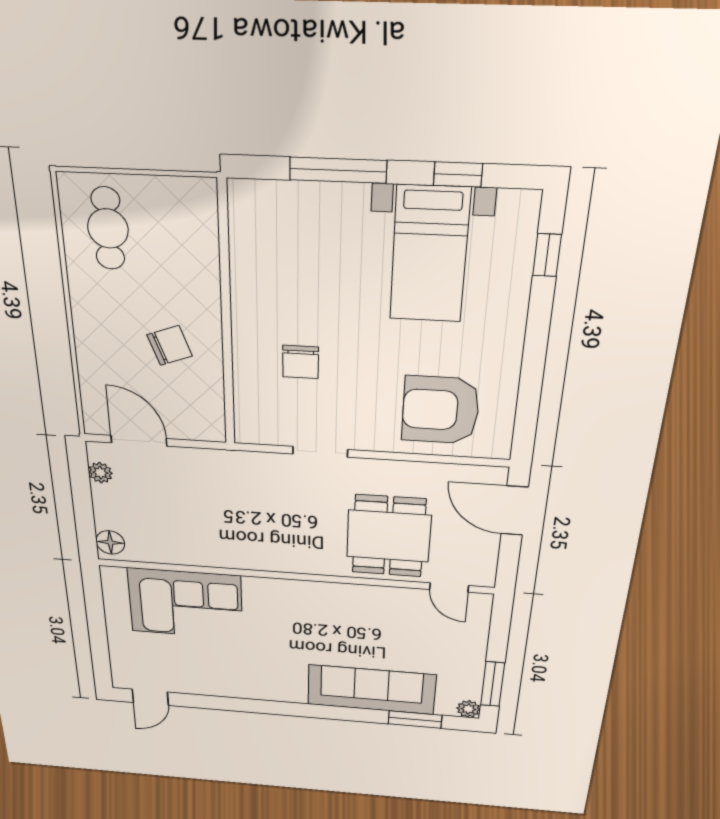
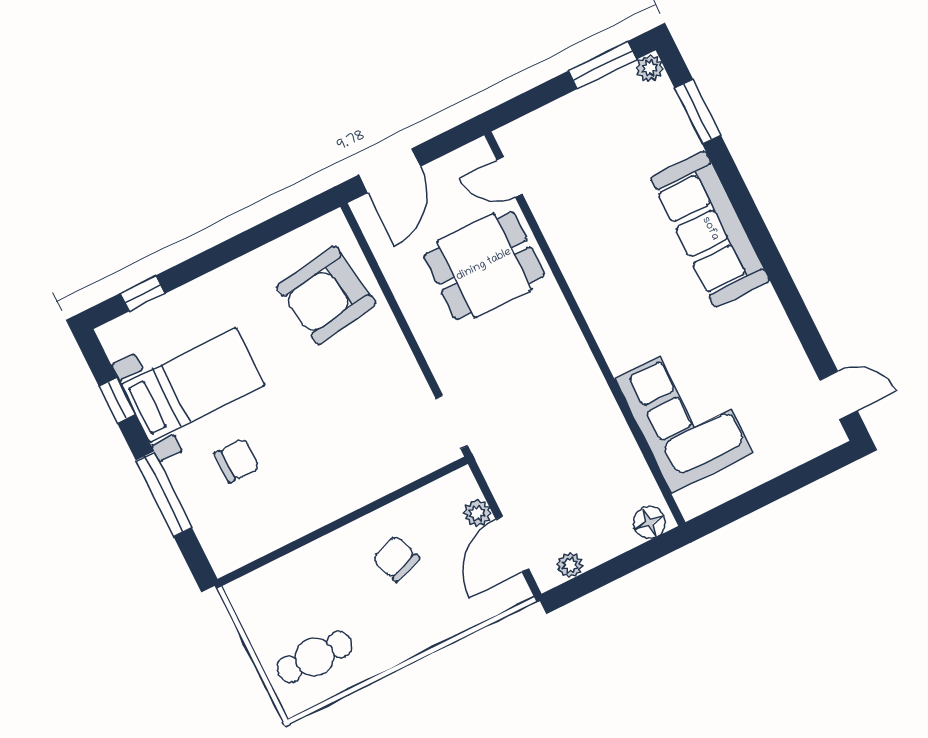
chair: (301, 362) -> (237, 461), moved
armchair: (440, 410) -> (326, 295), turned 81
plant: (179, 428) -> (477, 513), added
doorway: (320, 452) -> (452, 422), moved
door: (449, 587) -> (509, 177), swing flipped
sofa: (371, 690) -> (710, 229), moved

